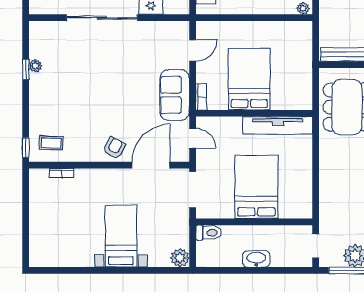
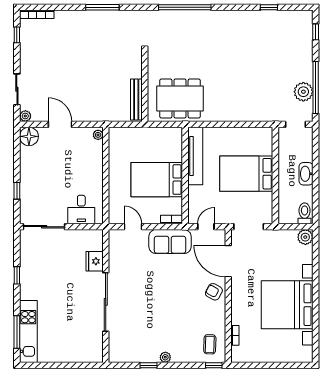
plant: (35, 66) -> (165, 357), moved
toilet: (209, 233) -> (305, 213), moved
bed with nightstands: (121, 236) -> (287, 305), width x1.85

